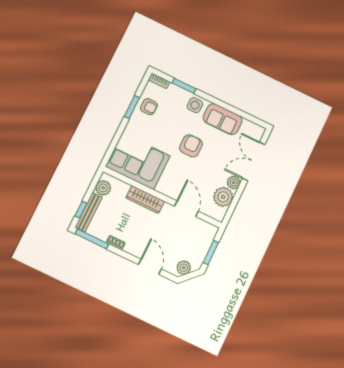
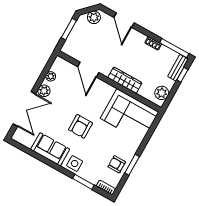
plant: (223, 197) -> (51, 76), width x0.53, depth x0.53
bench: (89, 212) -> (178, 68), width x0.73

